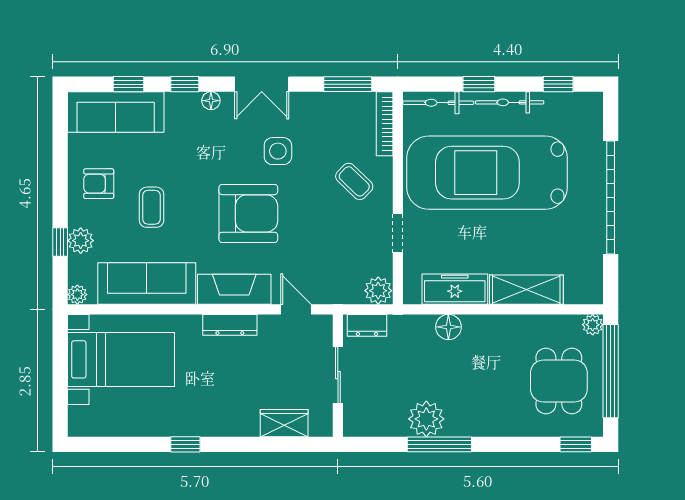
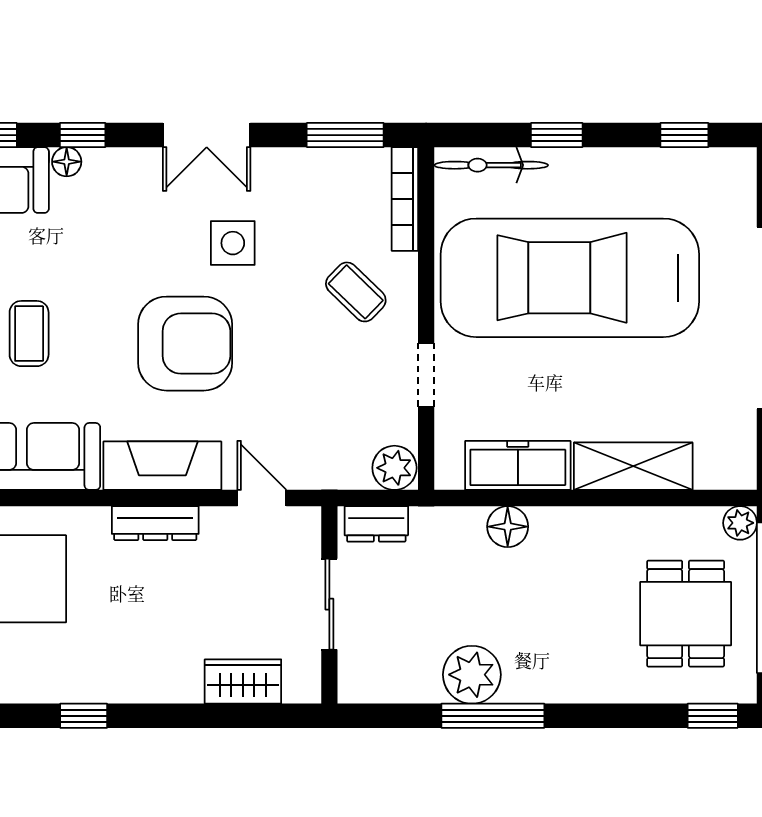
floor lamp: (211, 101) -> (67, 162), moved
bicycle: (510, 102) -> (606, 165), removed

